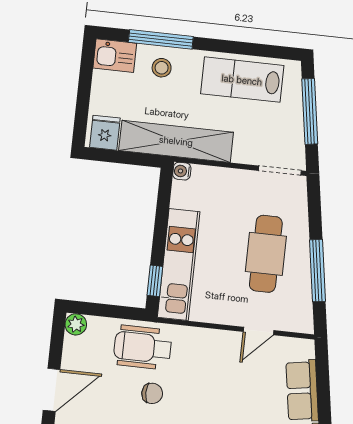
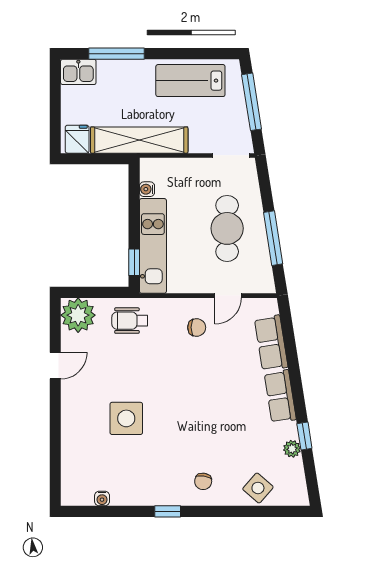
stool: (162, 68) -> (120, 78), removed
water cooler: (182, 171) -> (147, 189), moved
plant: (76, 324) -> (78, 315), width x1.87, depth x1.87
wheelchair: (143, 347) -> (130, 321), width x0.73, depth x0.73
door: (52, 390) -> (55, 366), width x0.73
chair: (152, 393) -> (197, 327), moved

